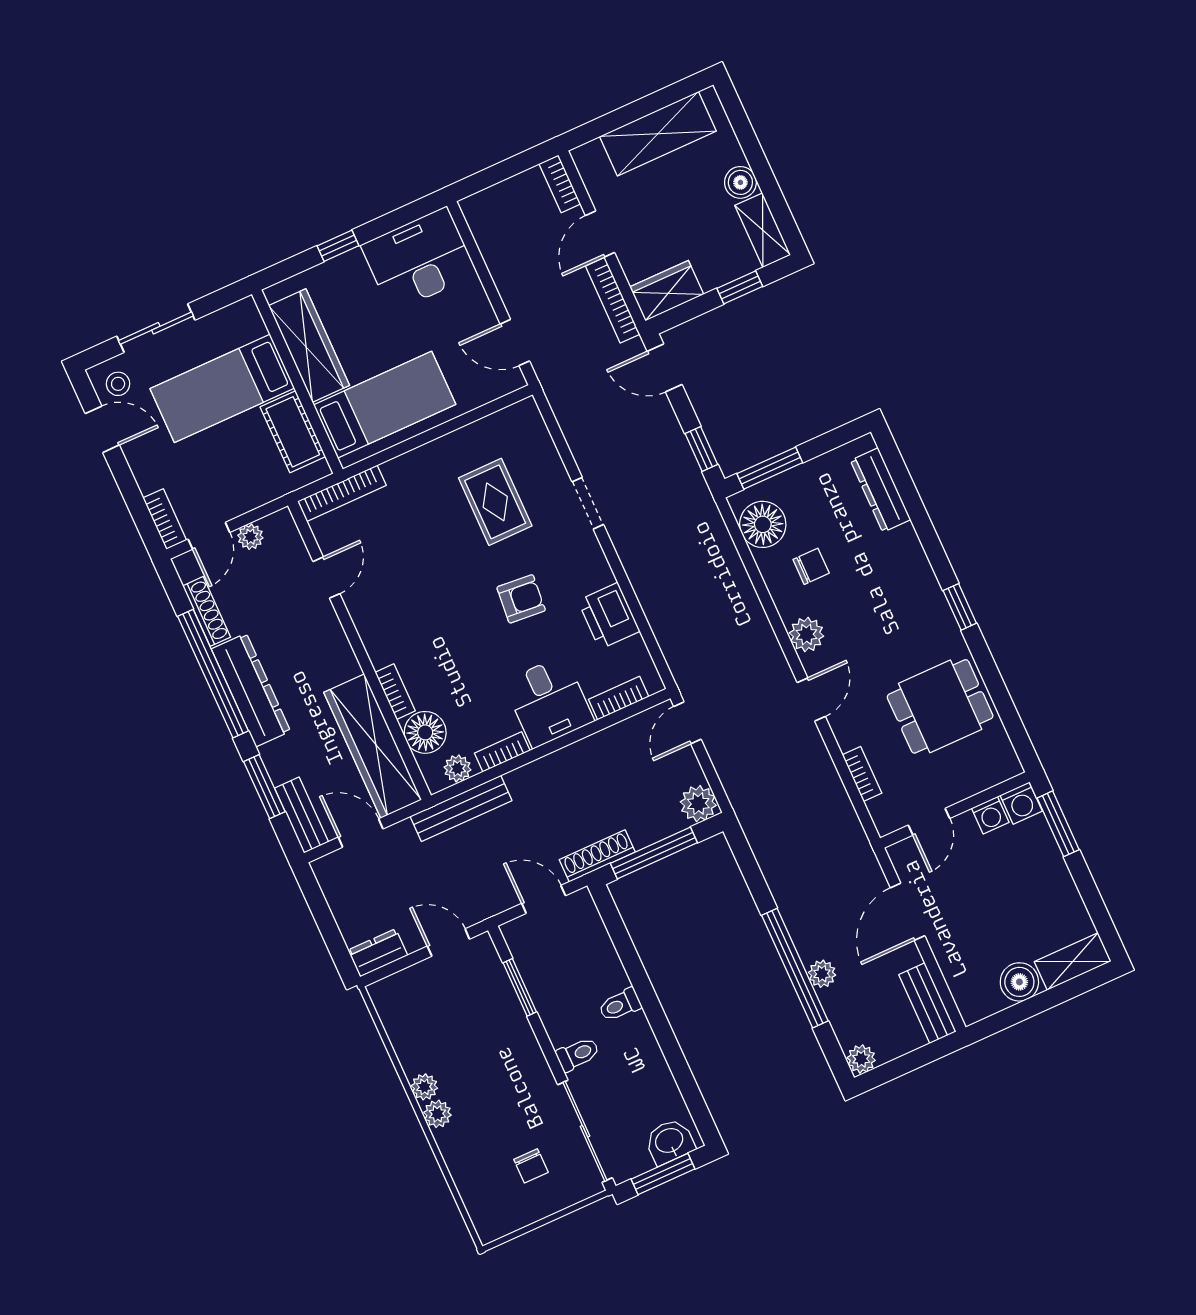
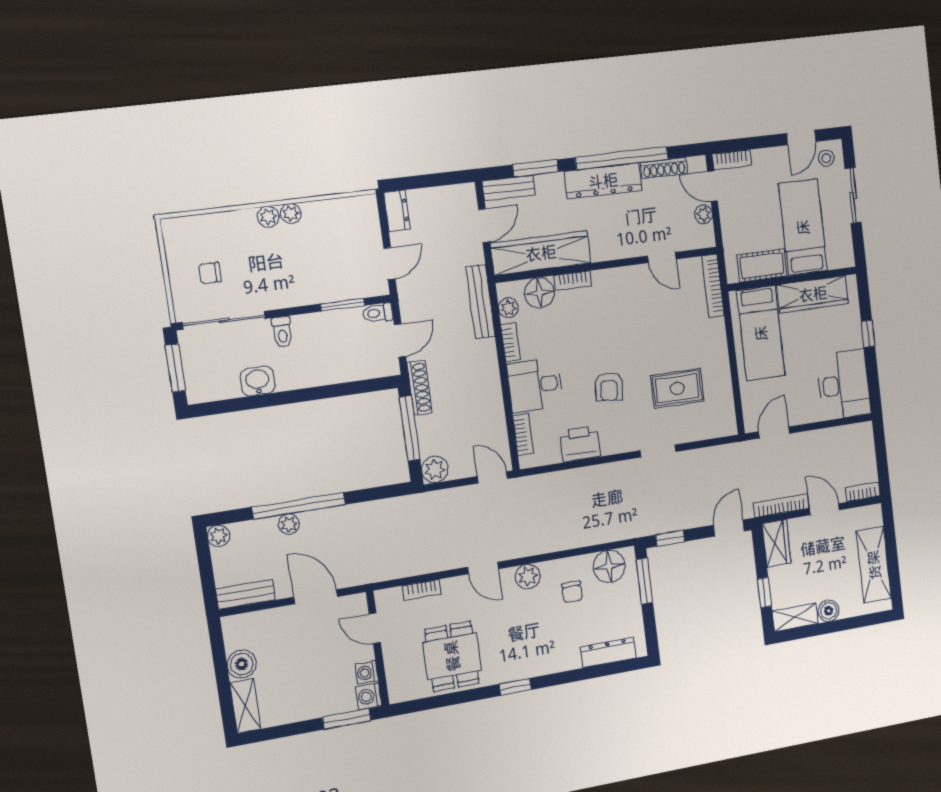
toilet: (620, 1005) -> (378, 313), moved, turned -90
washbasin: (670, 1141) -> (258, 381), moved, turned -90

